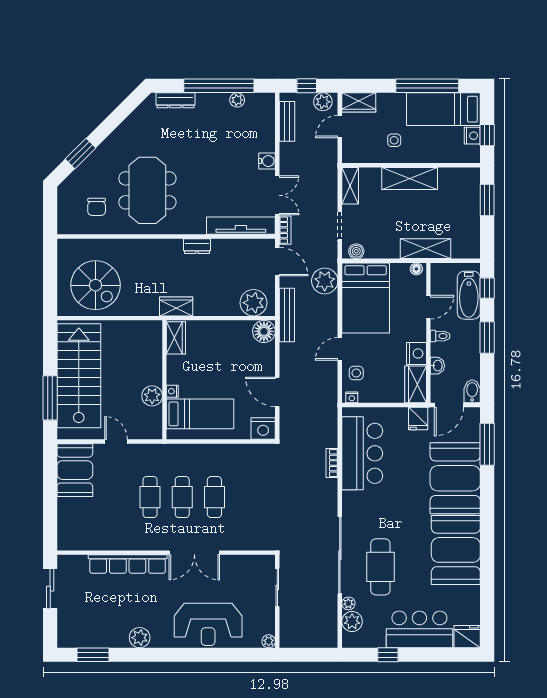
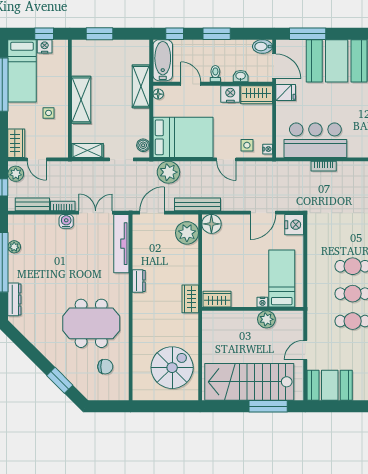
bookcase: (285, 230) -> (63, 206), moved
bathtub: (469, 295) -> (163, 60), moved, turned -90

